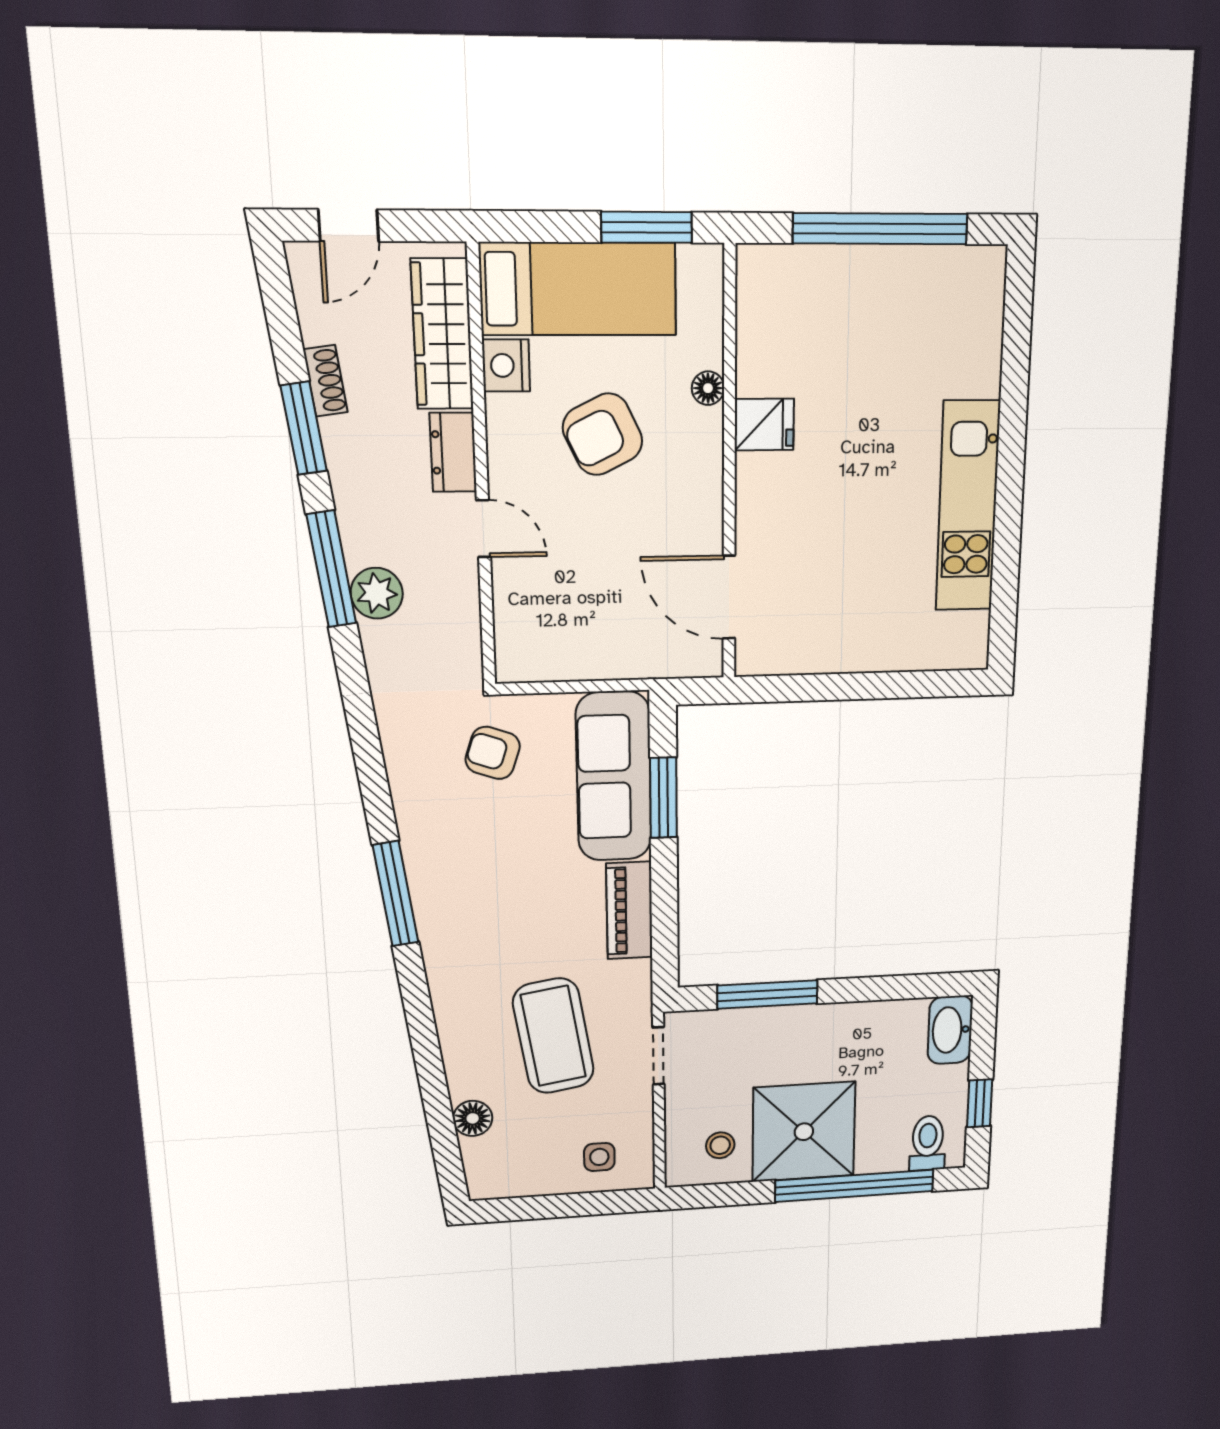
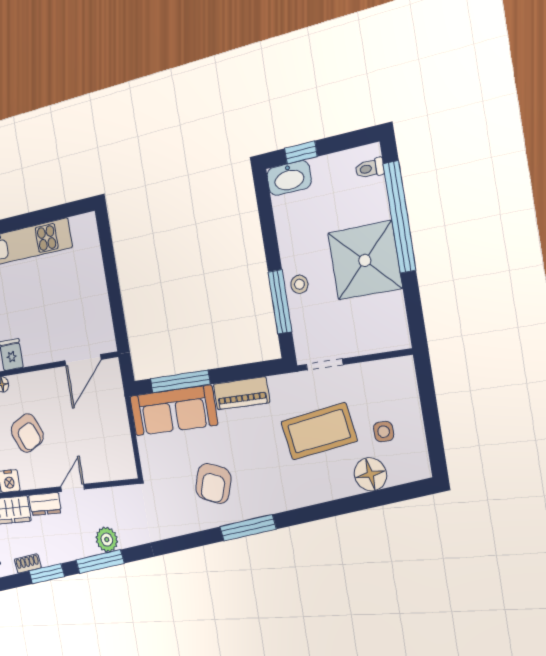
armchair: (493, 753) -> (213, 483), moved, width x1.38, depth x1.38
window: (663, 798) -> (180, 381), width x1.44
window: (980, 1103) -> (301, 152), moved
floor lamp: (473, 1118) -> (370, 474), width x1.38, depth x1.38
toilet: (928, 1143) -> (370, 168), width x0.73, depth x0.72
stool: (720, 1145) -> (299, 284), moved
side table: (599, 1157) -> (384, 432), moved

